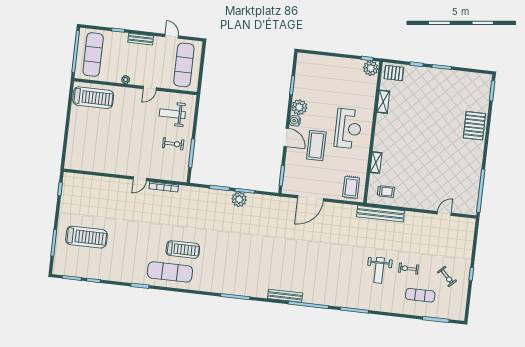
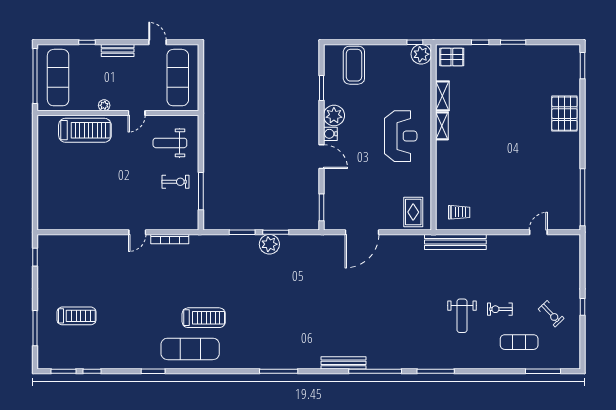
treadmill: (93, 98) -> (85, 130), moved
coffee table: (316, 145) -> (354, 65), moved
shelving: (376, 163) -> (442, 126), moved
treadmill: (86, 237) -> (77, 316), width x0.73, depth x0.73

